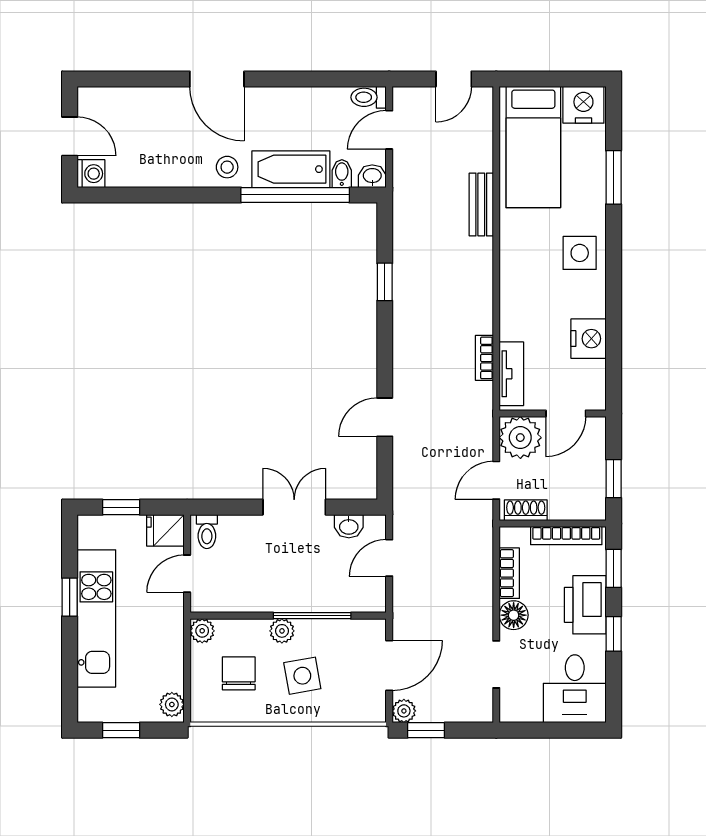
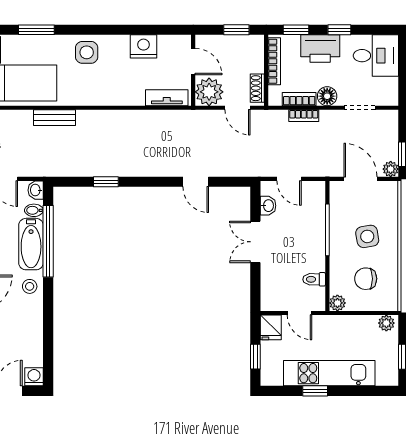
bookcase: (484, 358) -> (304, 116), moved
toilet: (207, 532) -> (314, 279), moved, turned 180
plant: (282, 631) -> (338, 250), removed

